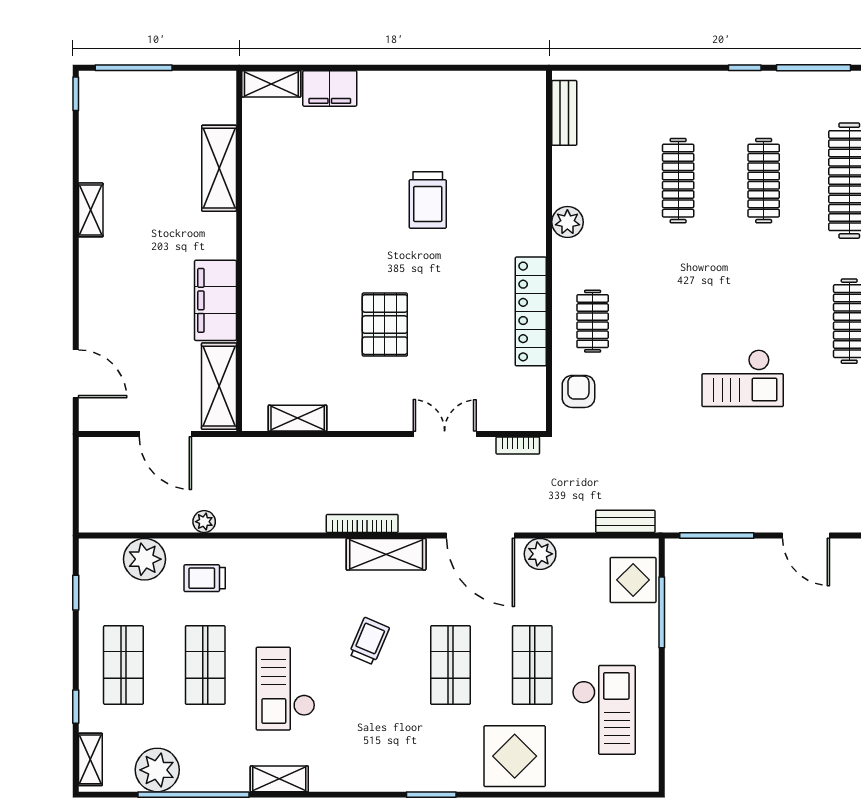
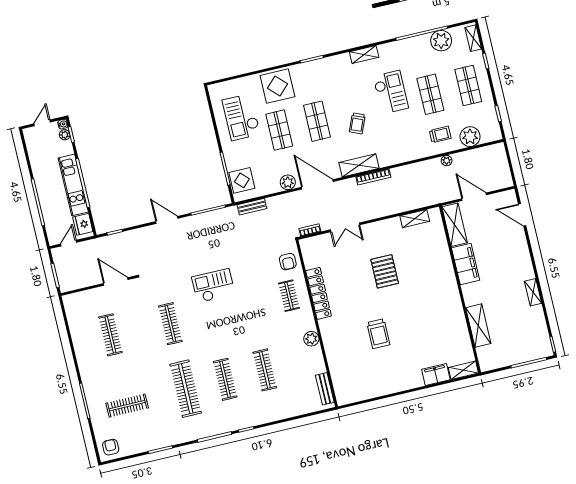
trolley: (428, 200) -> (378, 334), turned 180
shelving: (279, 779) -> (364, 55), moved

